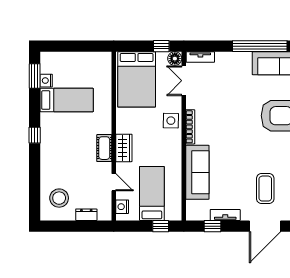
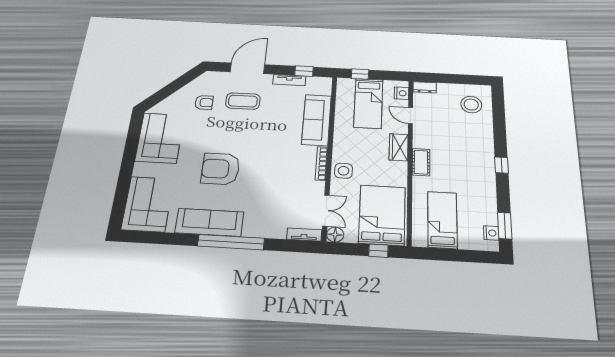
window: (161, 46) -> (379, 251), moved
nightstand: (46, 81) -> (491, 233), moved
bed: (67, 100) -> (442, 220), moved, turned 90
cot: (104, 148) -> (421, 162), moved
coffee table: (265, 189) -> (243, 101), turned 90
dresser: (86, 215) -> (425, 87), moved

